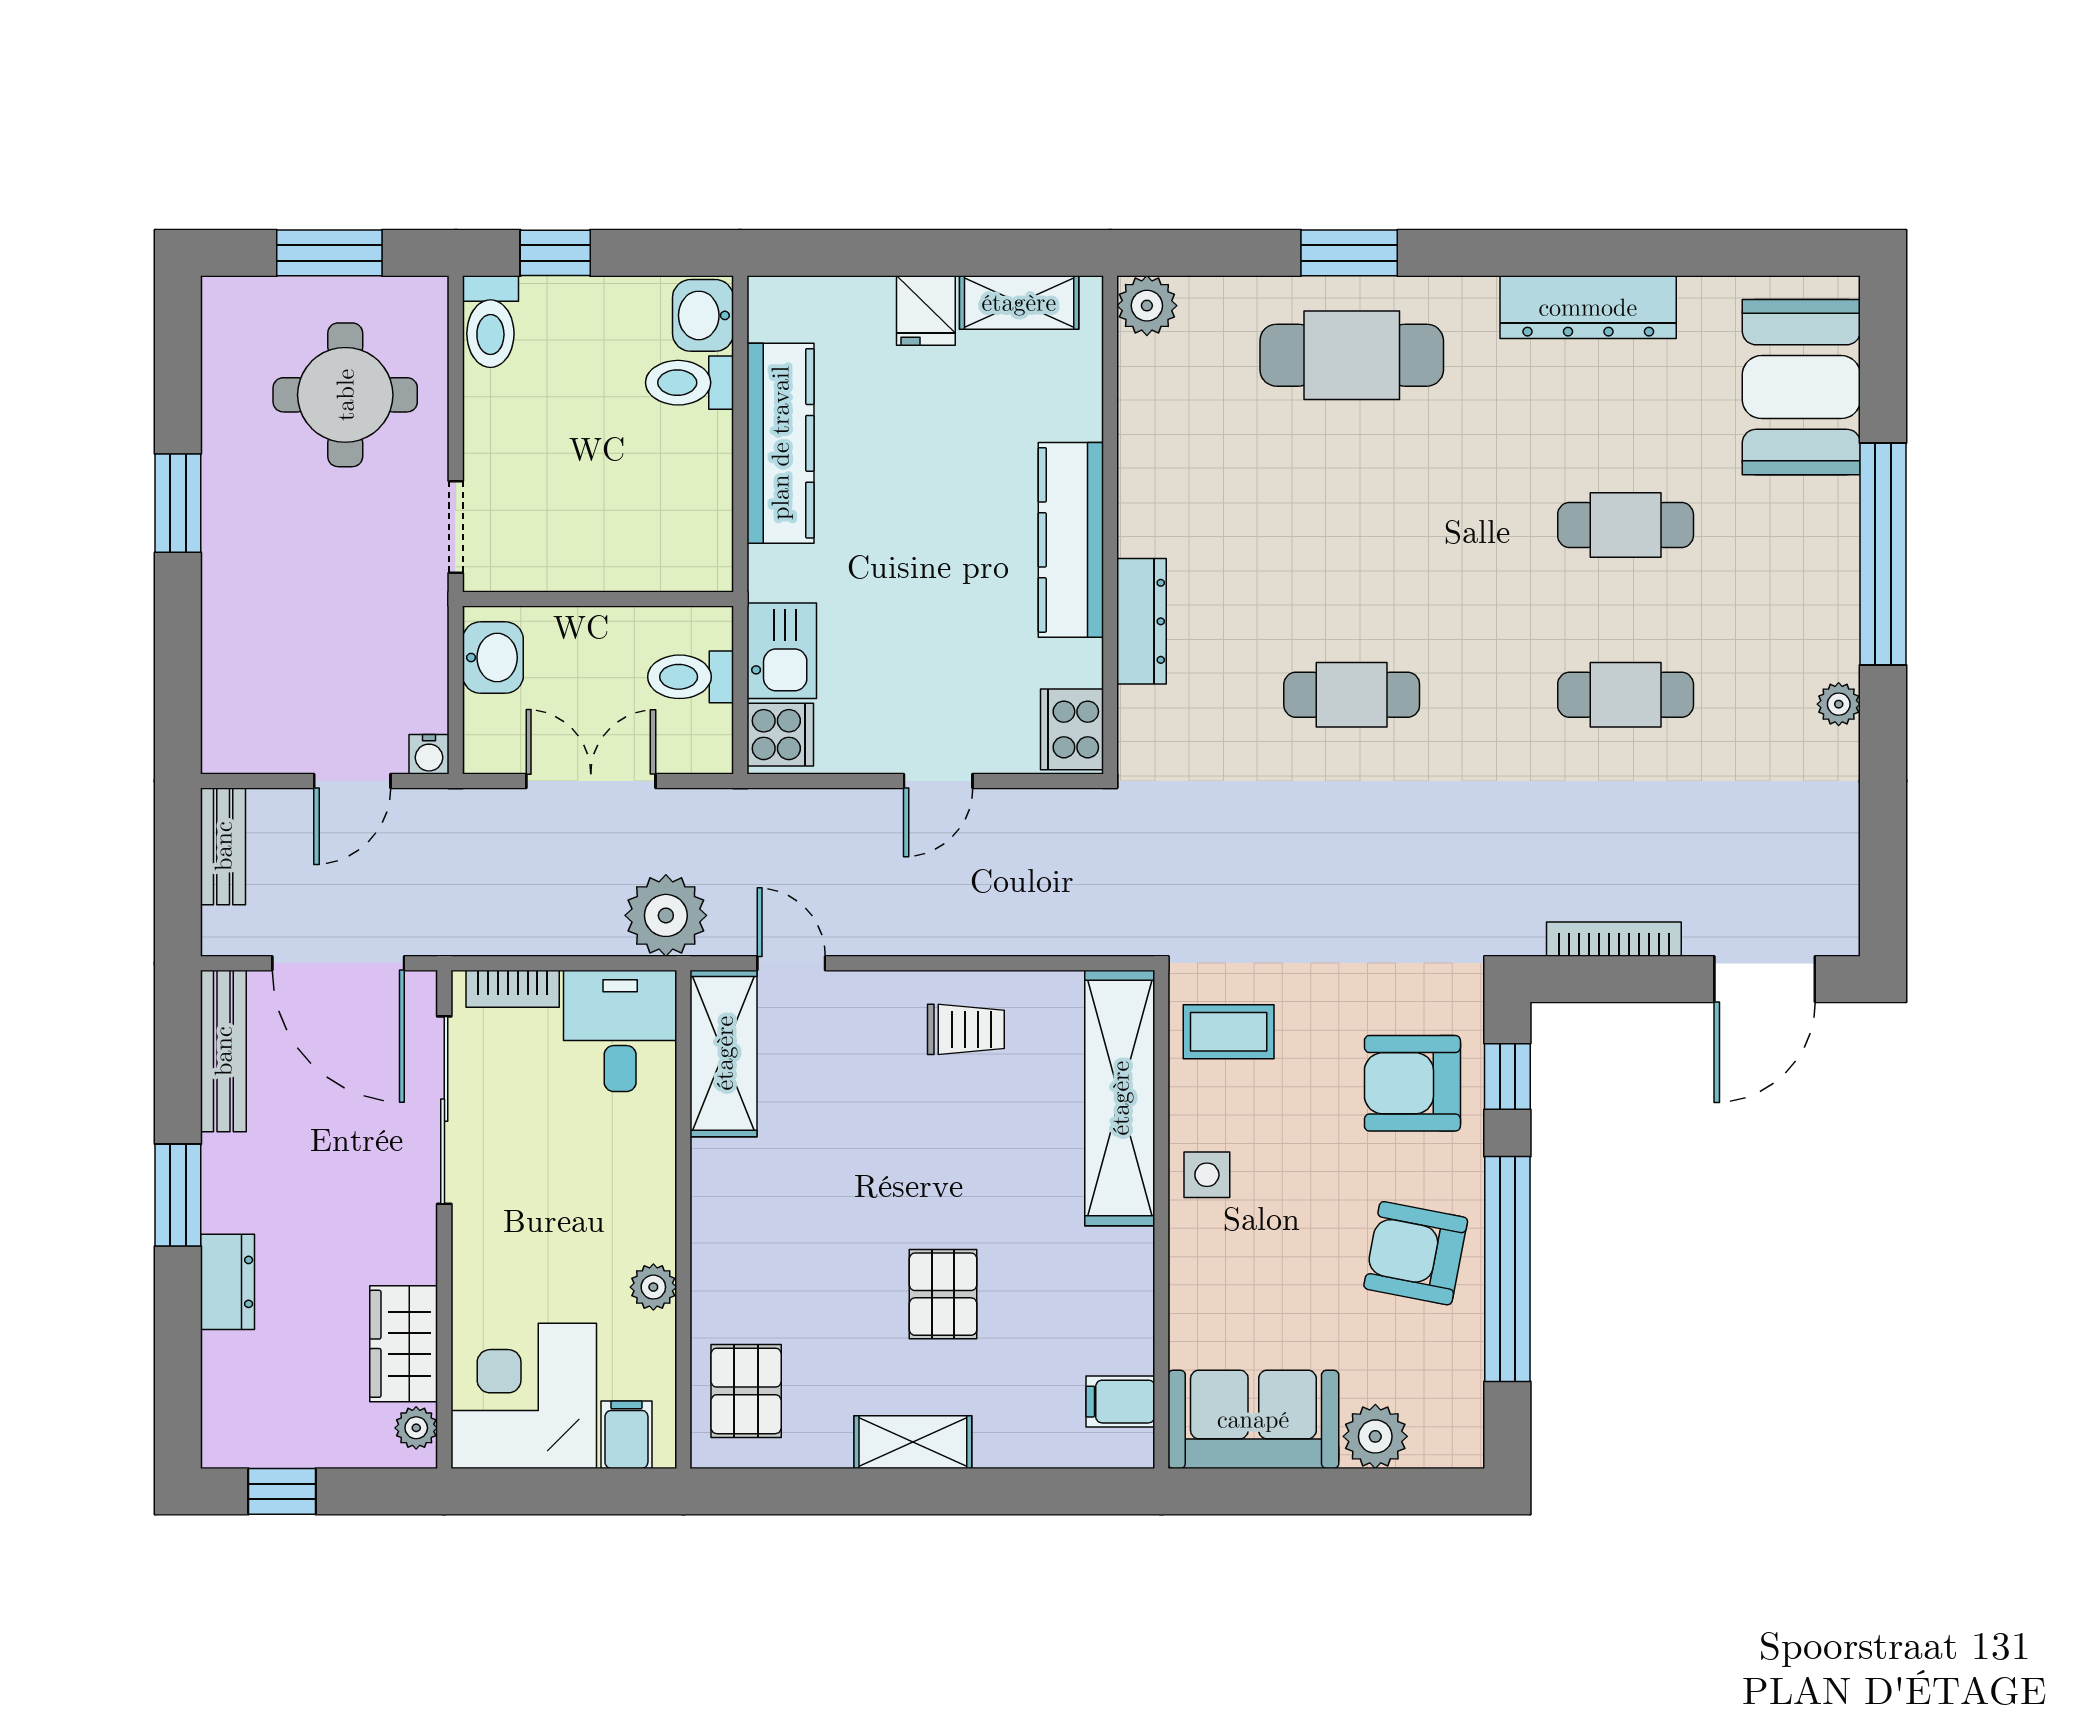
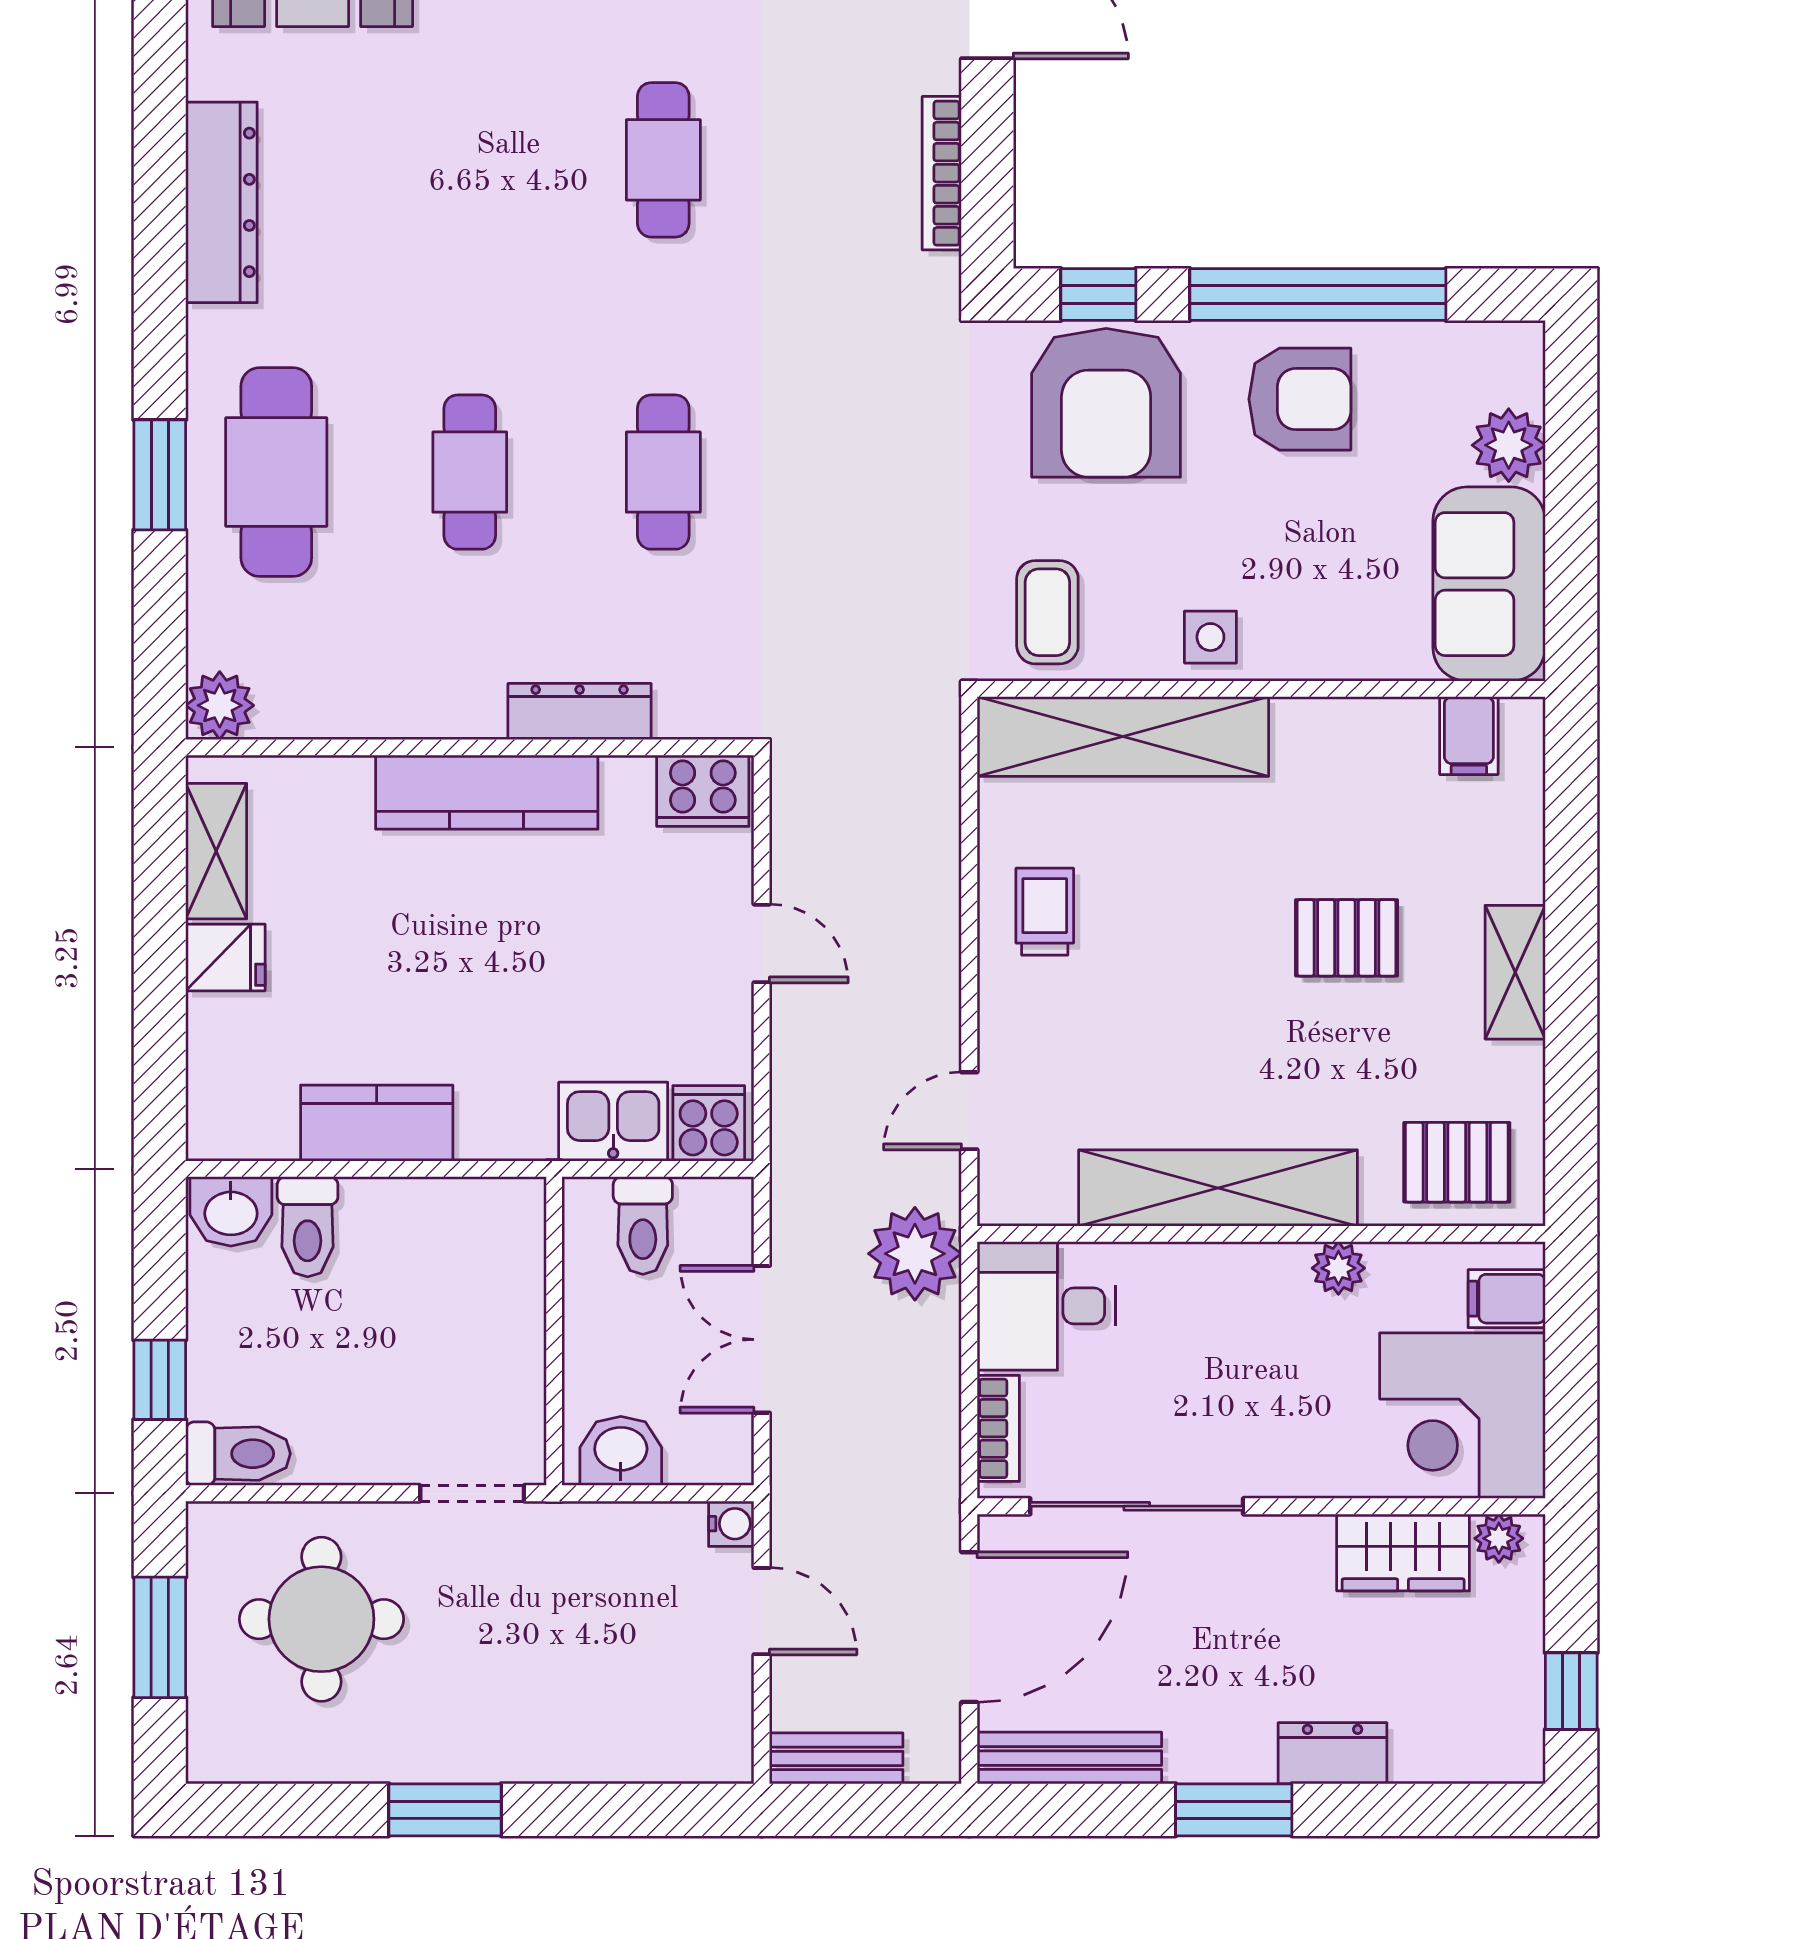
kitchen counter: (780, 443) -> (377, 1123), width x0.67
cafe table: (1626, 525) -> (470, 472), moved
shelving: (724, 1053) -> (1218, 1188), moved, width x1.47
armchair: (1412, 1083) -> (1106, 403), width x1.36, depth x1.36
armchair: (1416, 1253) -> (1300, 399), turned -101

